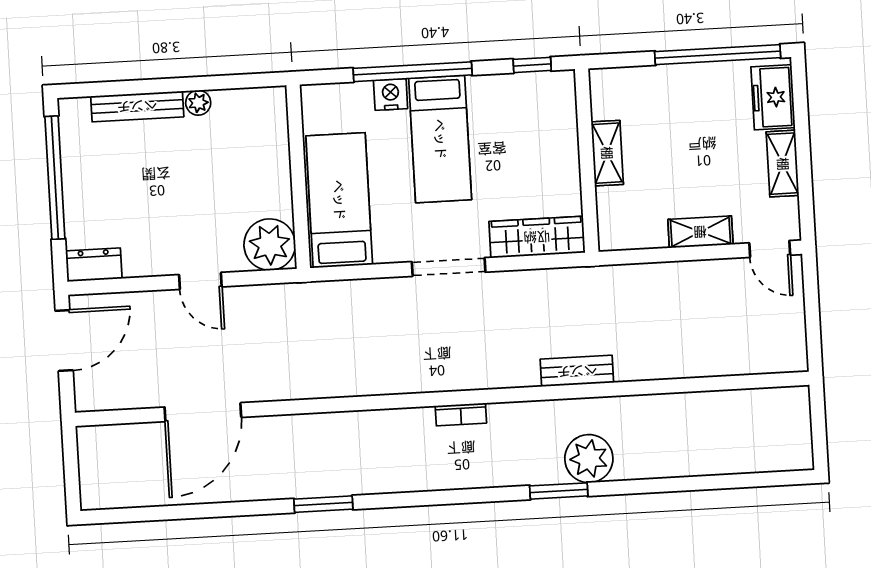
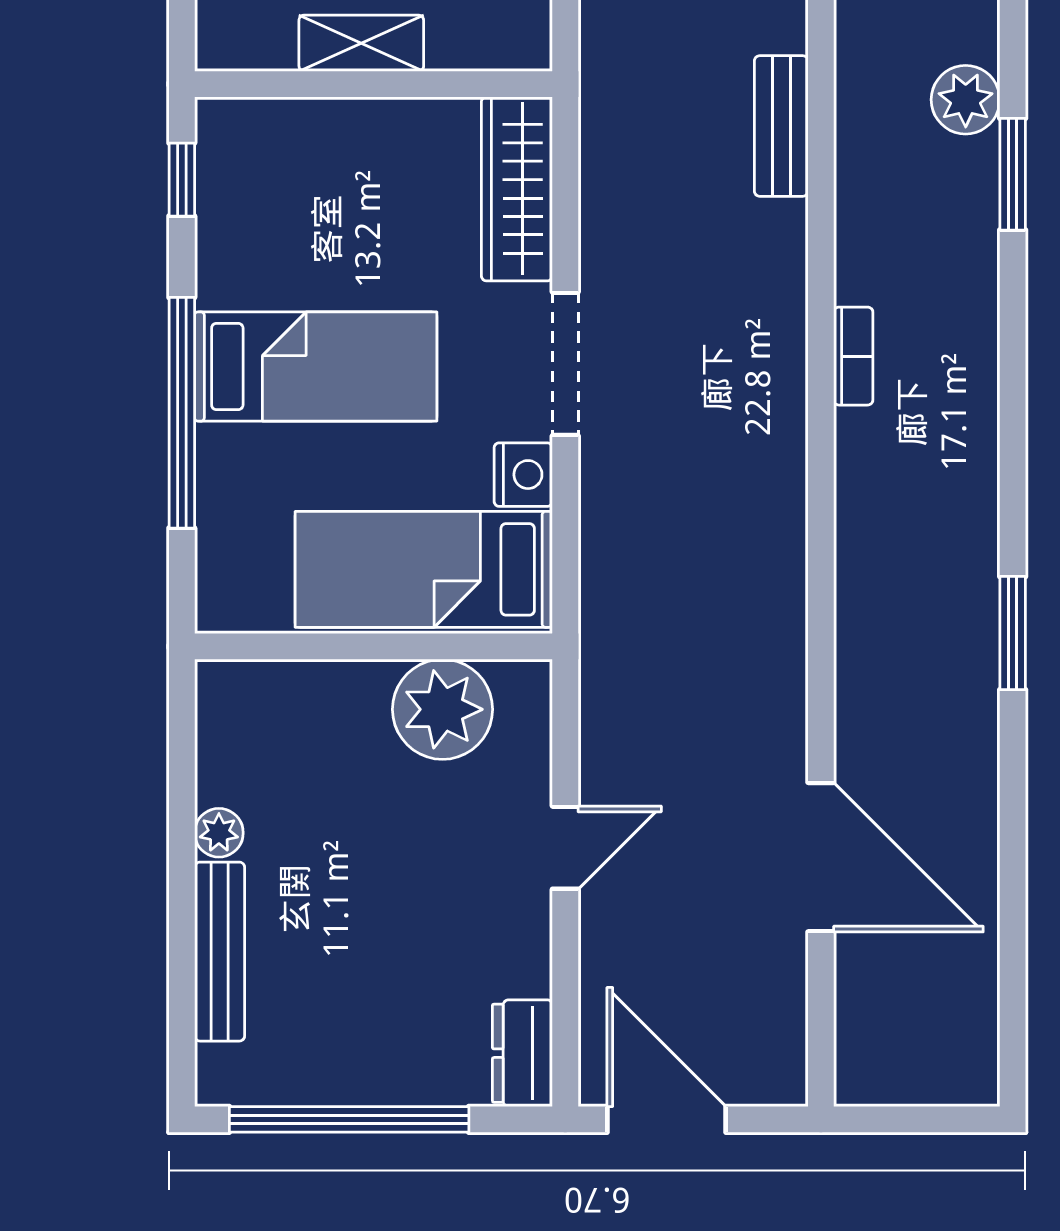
nightstand: (391, 94) -> (523, 475), moved, turned 180
plant: (270, 245) -> (443, 709), moved
plant: (589, 459) -> (966, 100), width x0.73, depth x0.73

